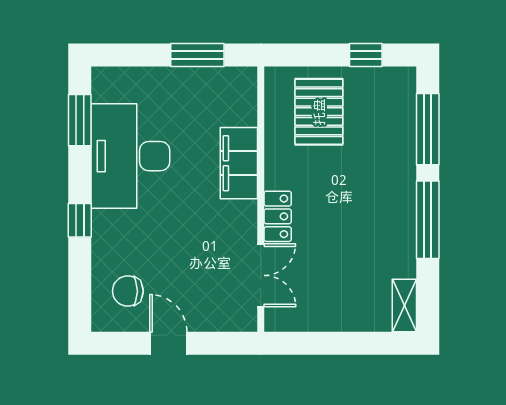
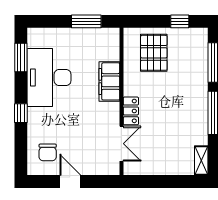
chair: (128, 291) -> (48, 152), turned -90

